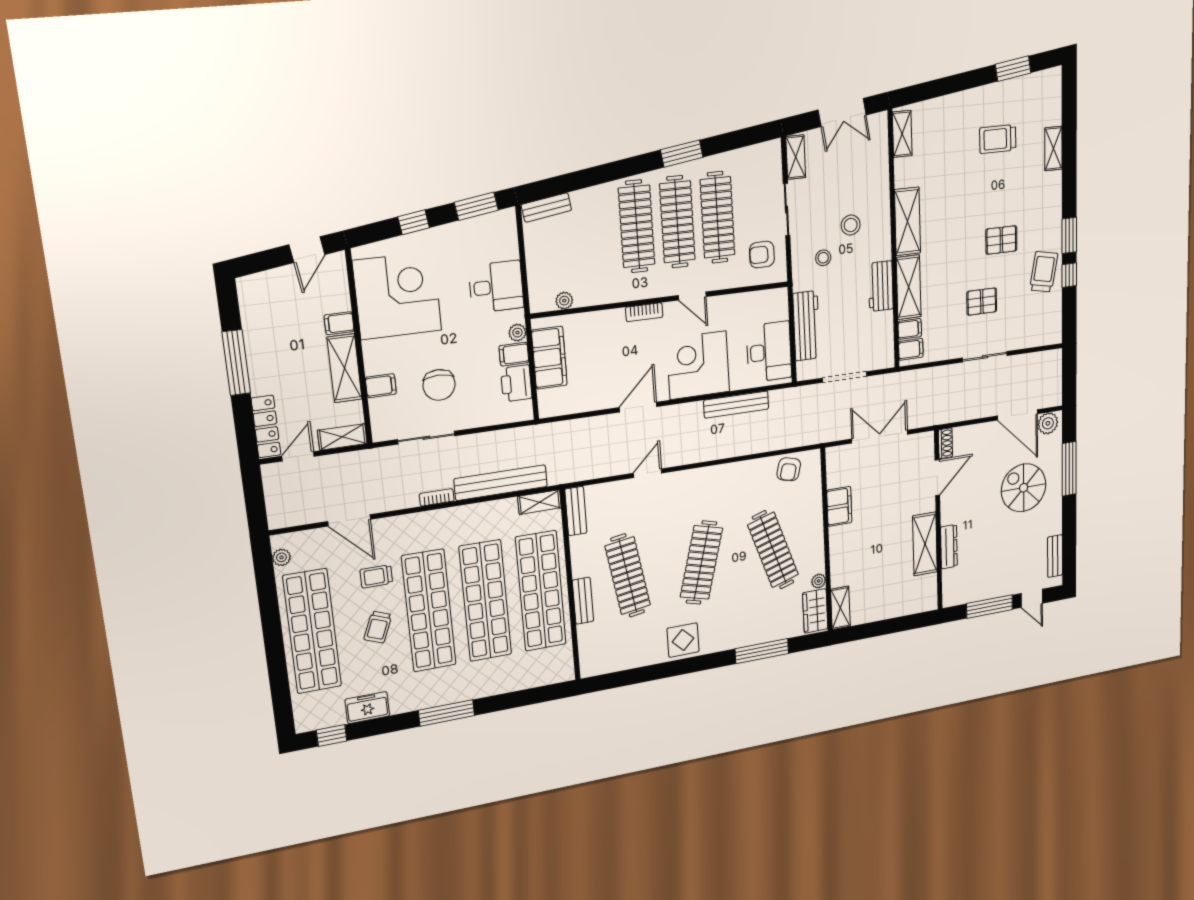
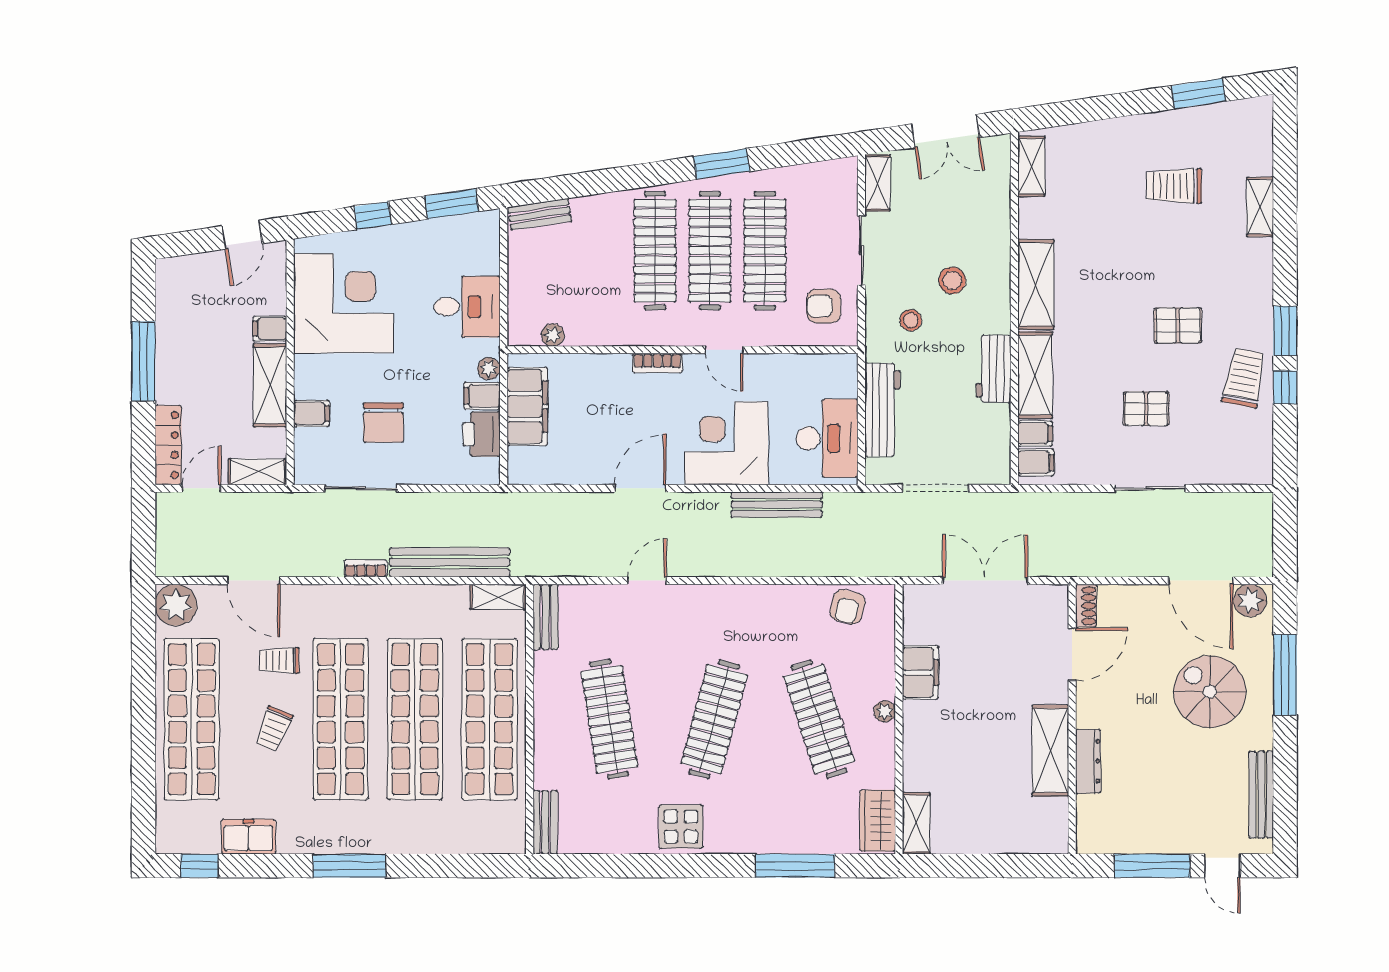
bench: (1055, 556) -> (1261, 795), width x1.36
plant: (281, 557) -> (176, 605), width x1.87, depth x1.87
plant: (819, 581) -> (885, 711), moved
bench: (583, 601) -> (545, 822), moved

